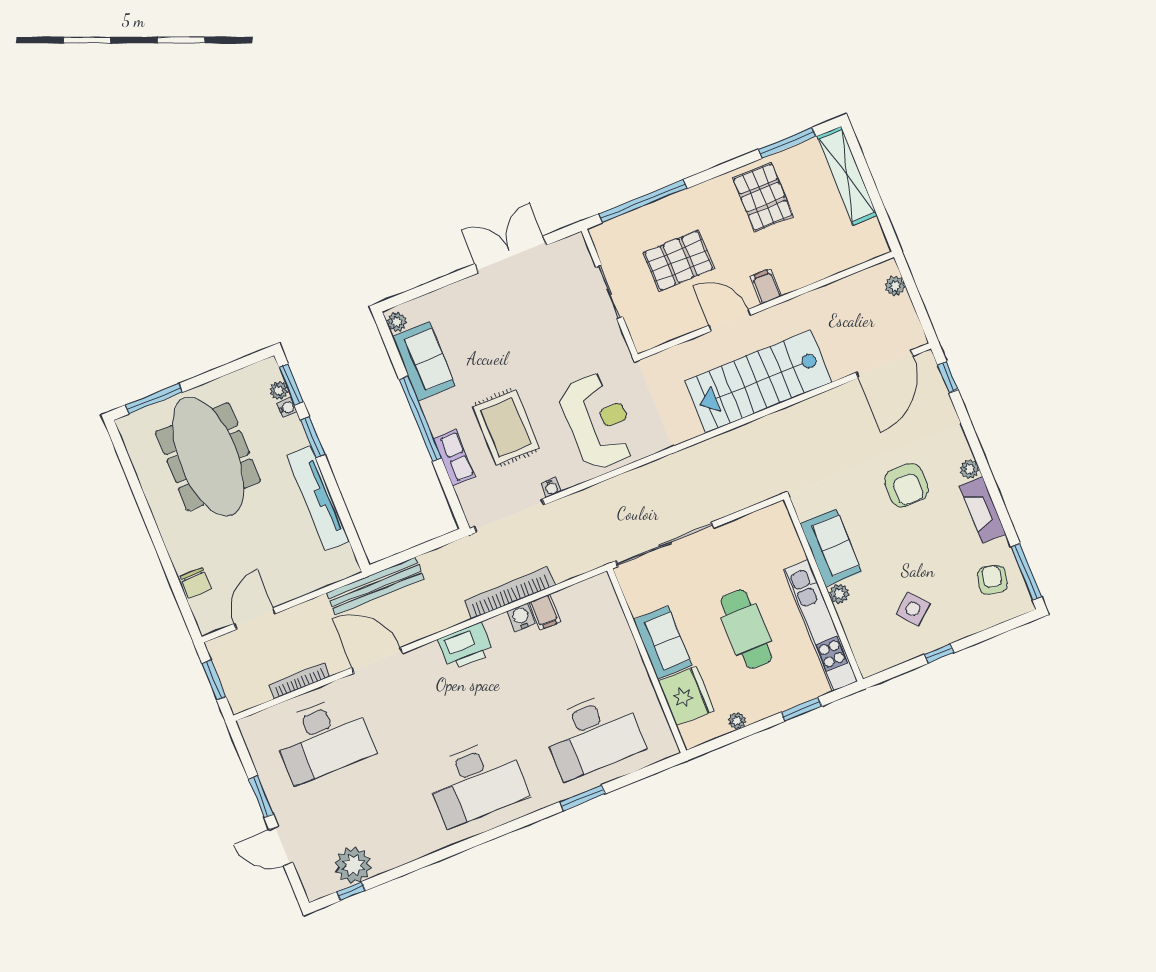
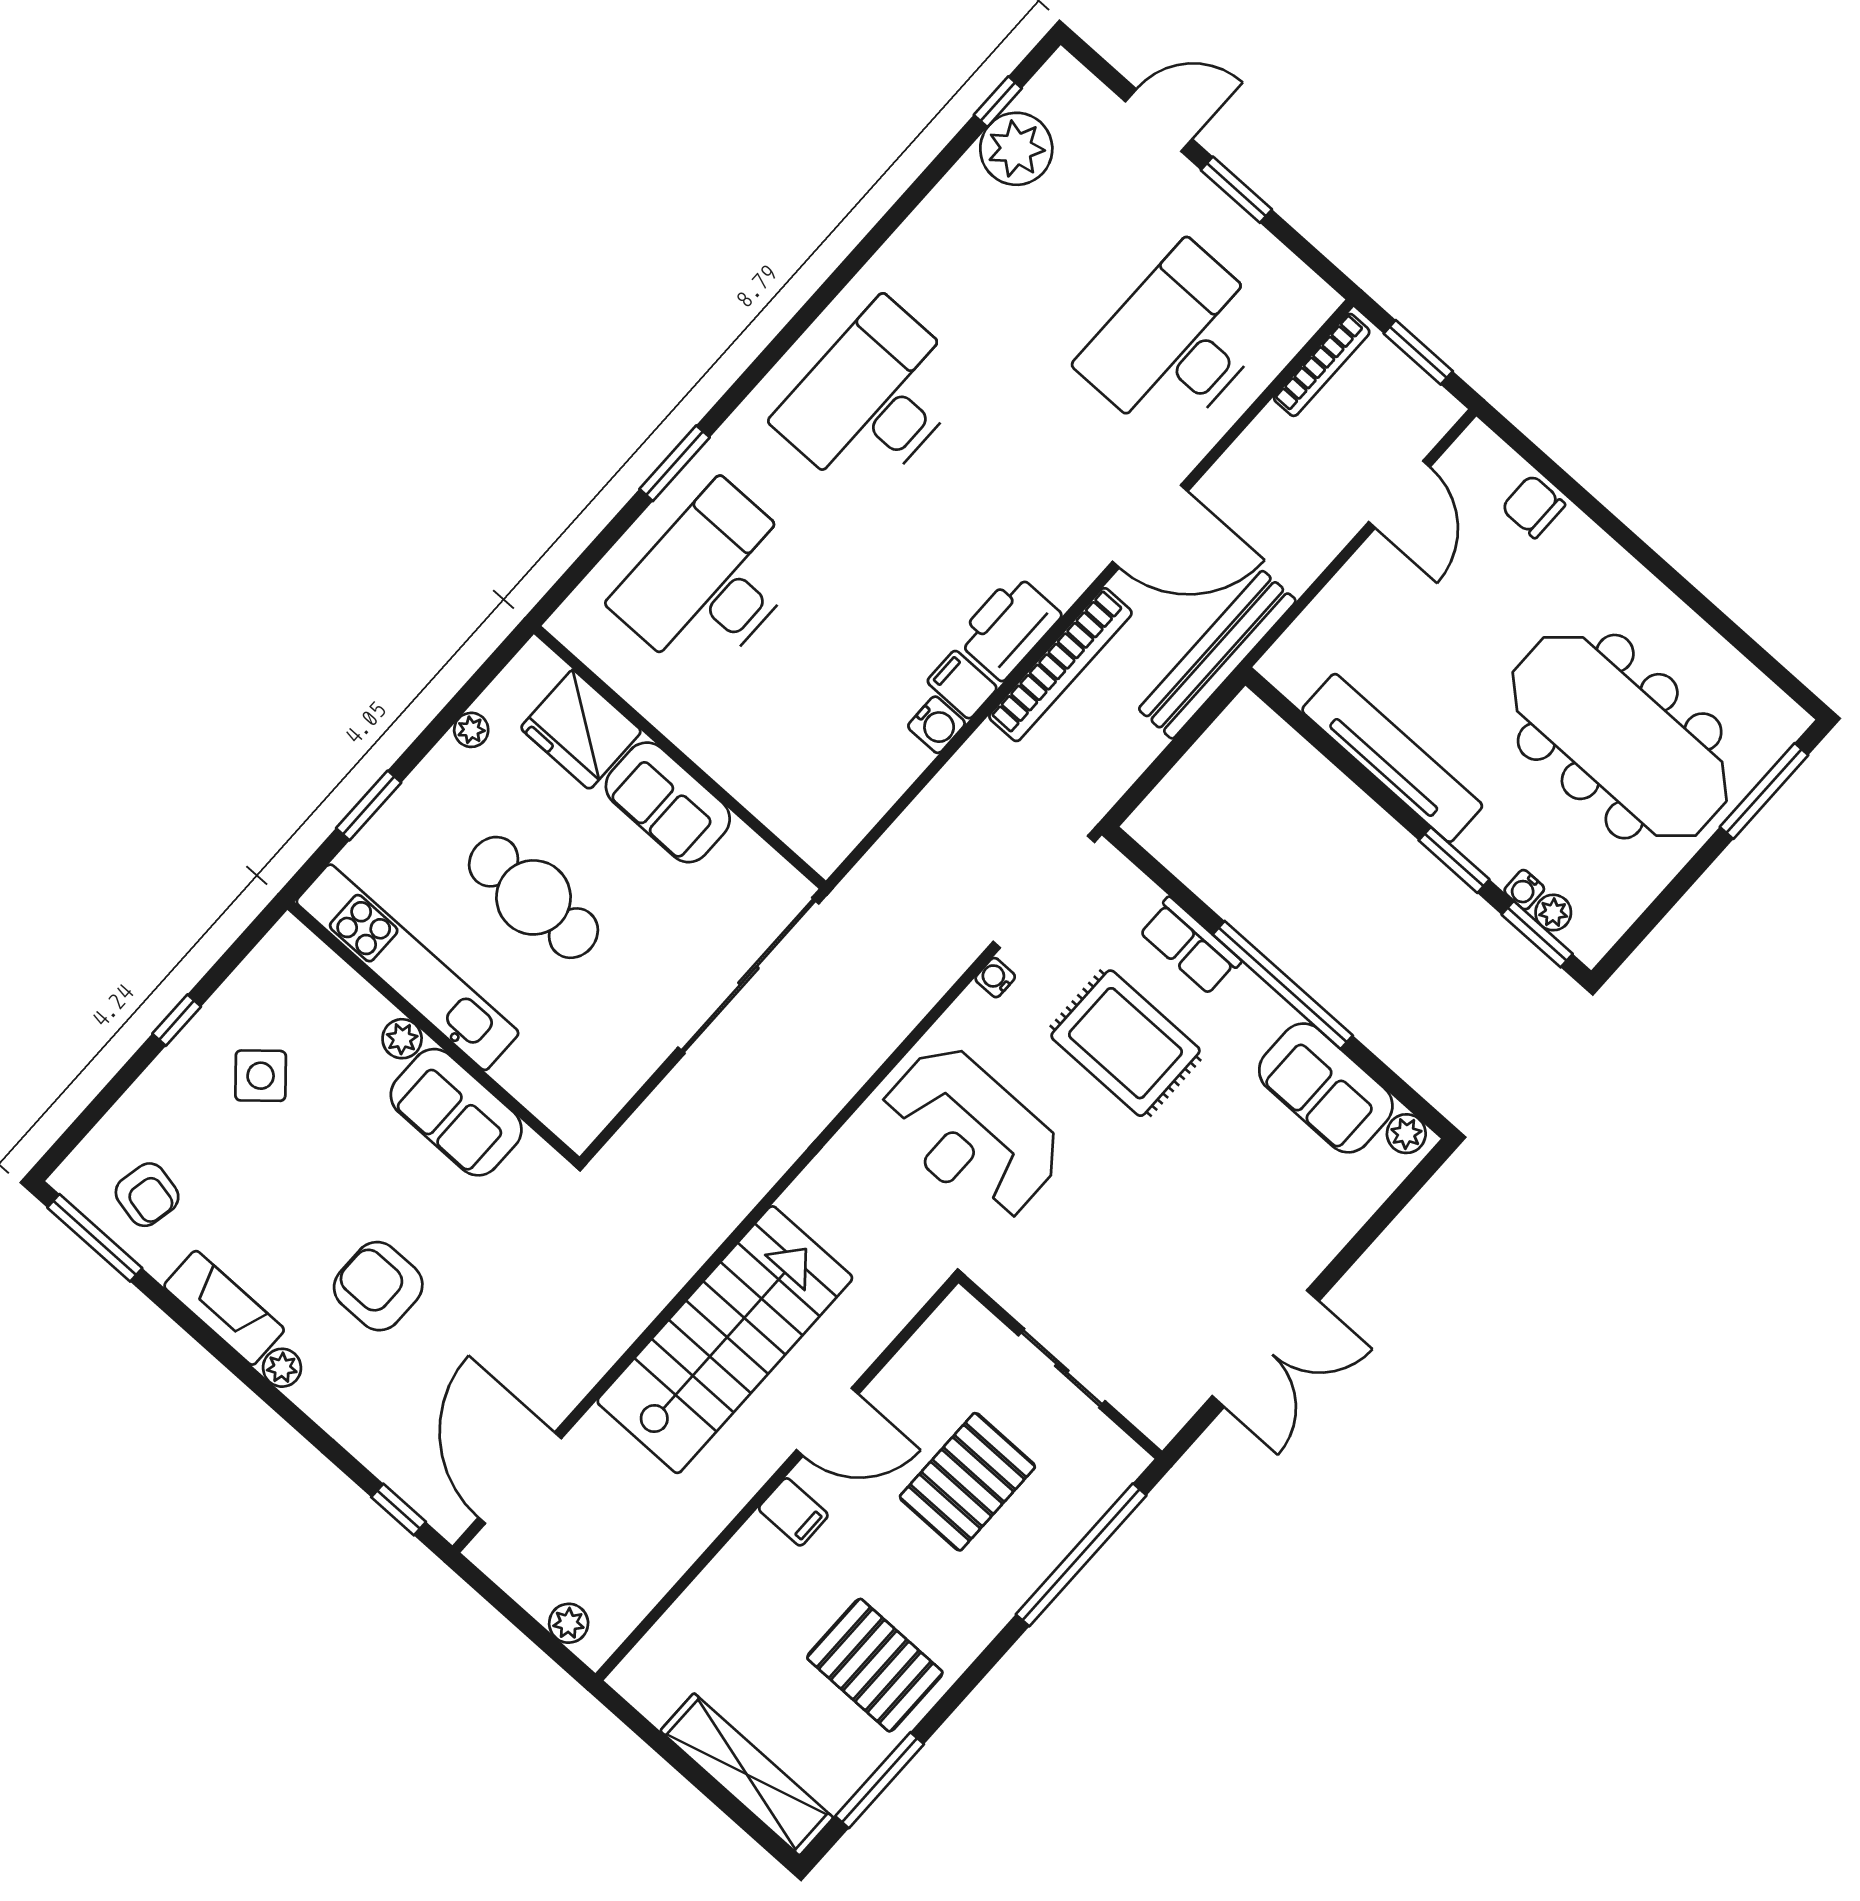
bookcase: (510, 593) -> (1060, 665), moved
filing cabinet: (545, 612) -> (962, 685), moved
bookcase: (299, 681) -> (1322, 365), moved

